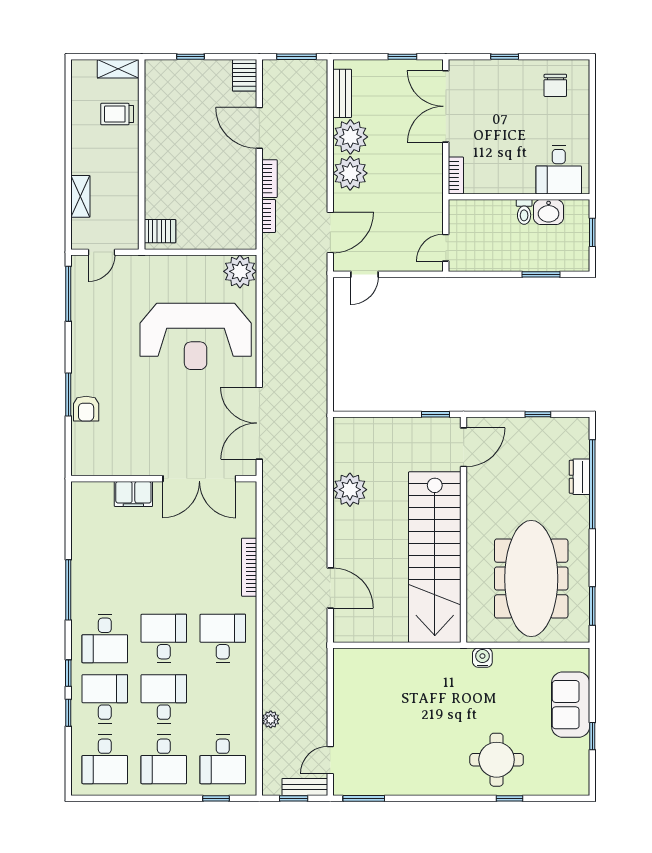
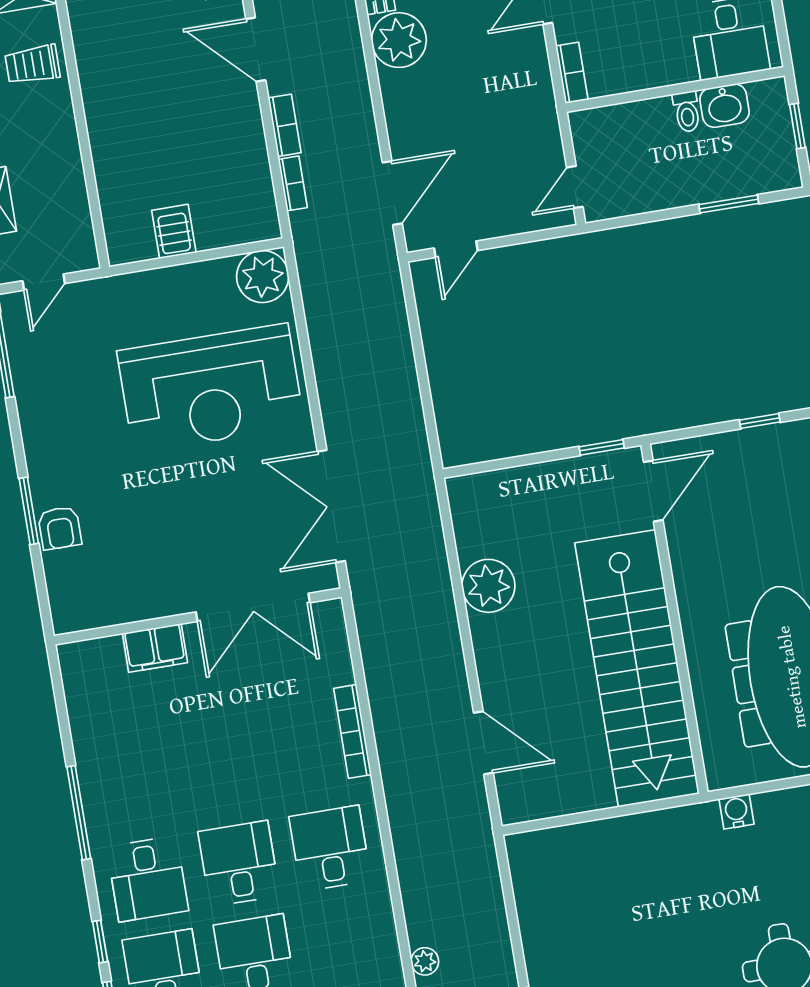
plant: (350, 173) -> (408, 96), removed
server rack: (160, 231) -> (174, 231), moved, turned -90

